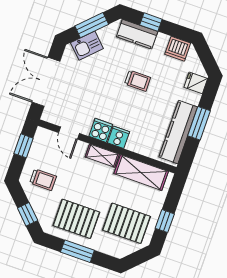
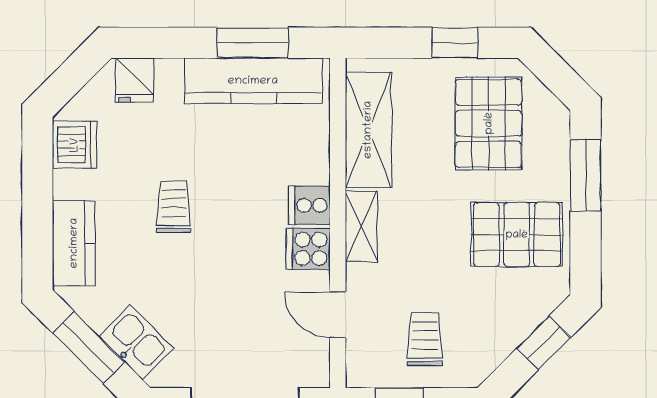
window: (151, 22) -> (37, 222), removed
window: (199, 123) -> (253, 43), moved
door: (69, 133) -> (338, 315), swing flipped
trolley: (43, 180) -> (425, 339), moved
pallet: (76, 219) -> (517, 235), turned 90
window: (77, 251) -> (585, 175), moved

